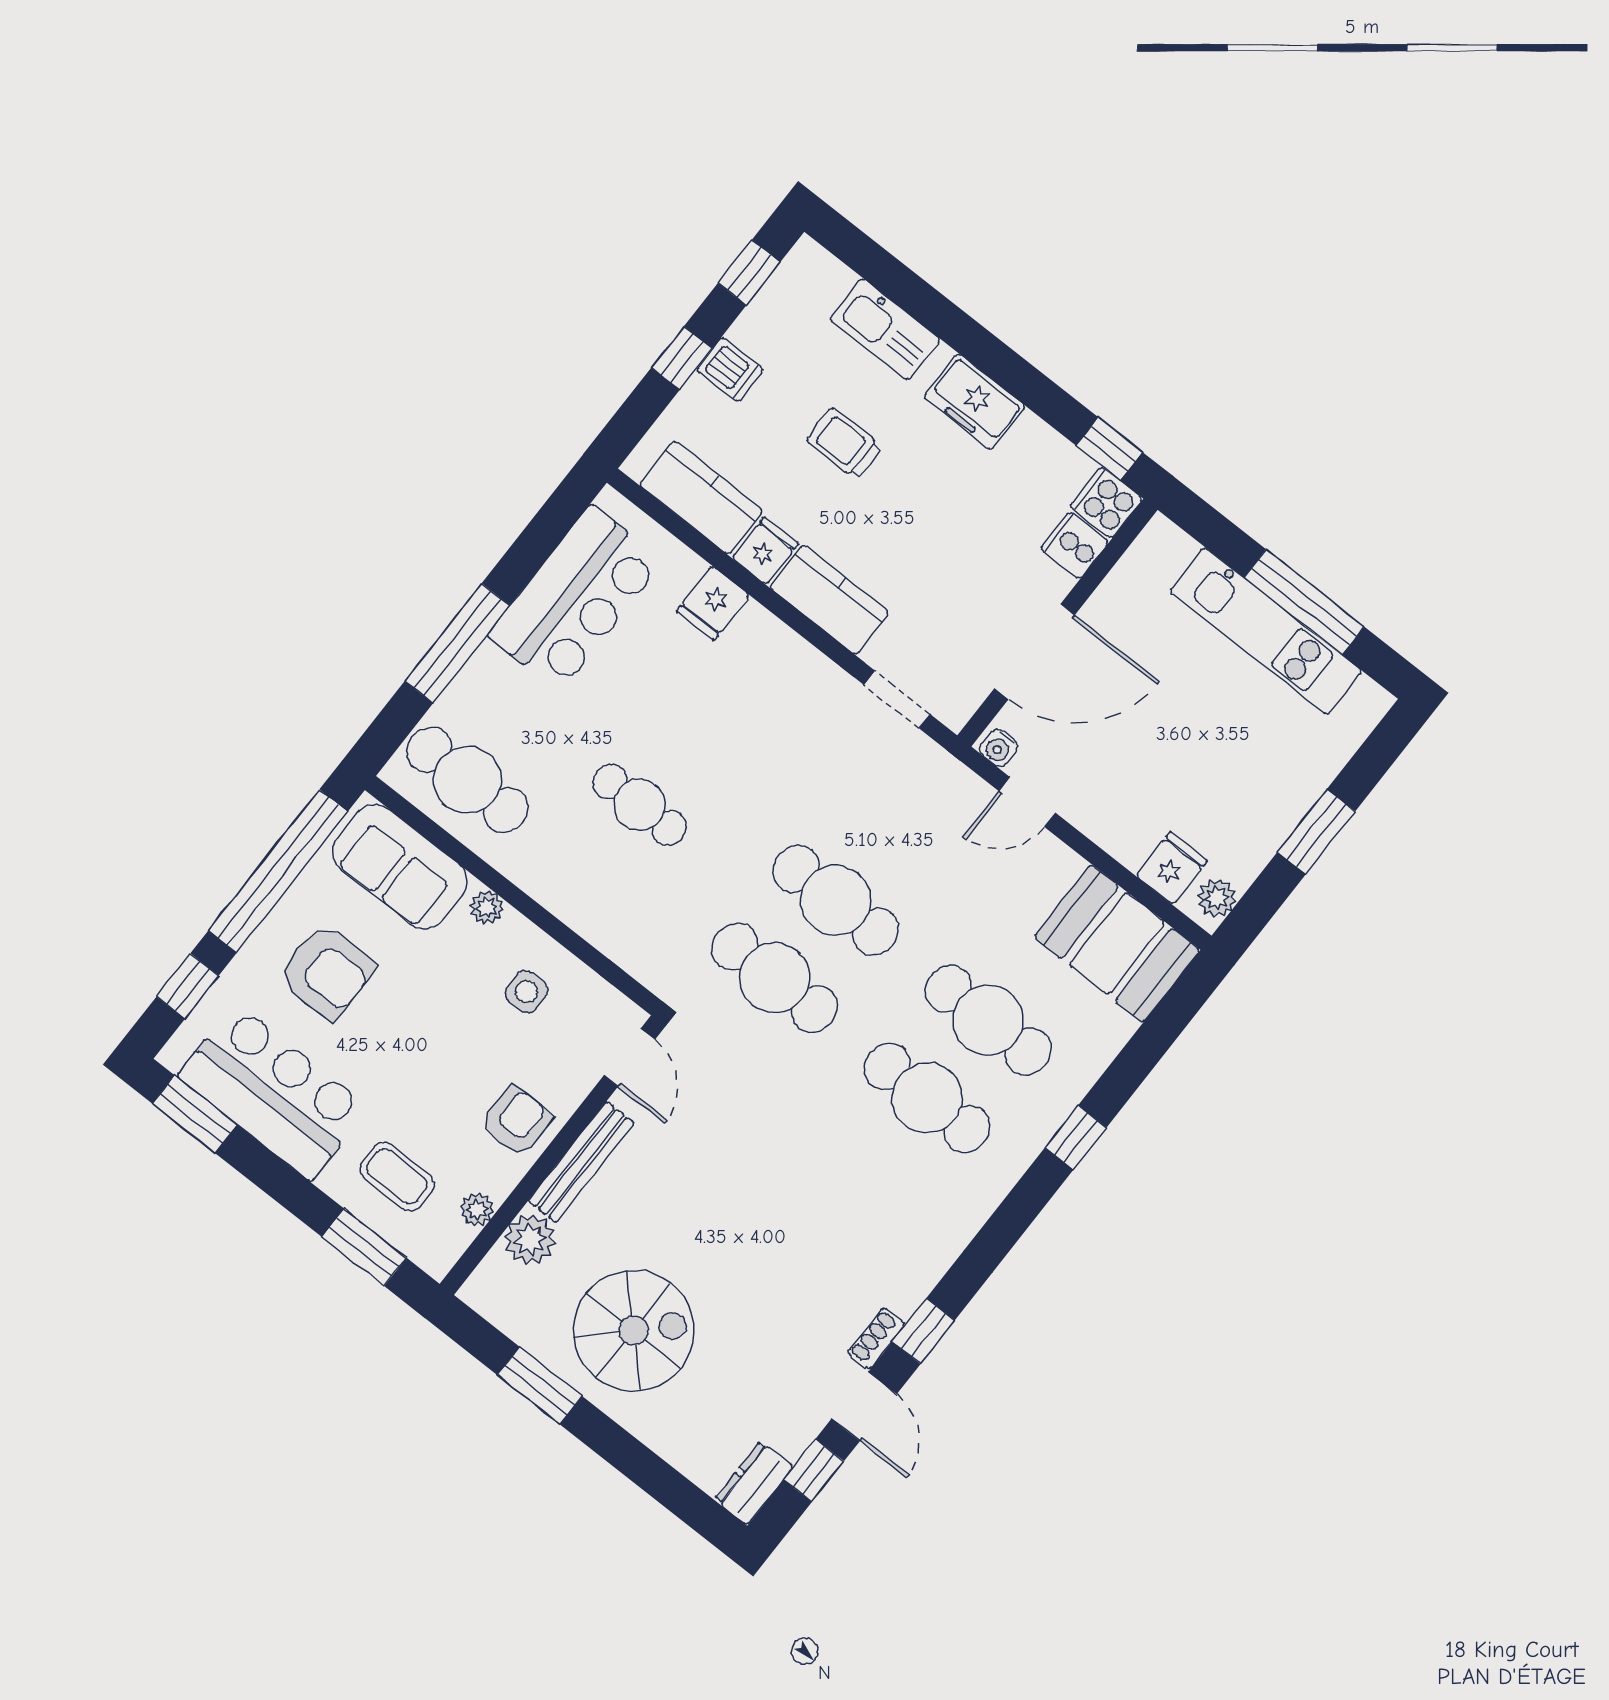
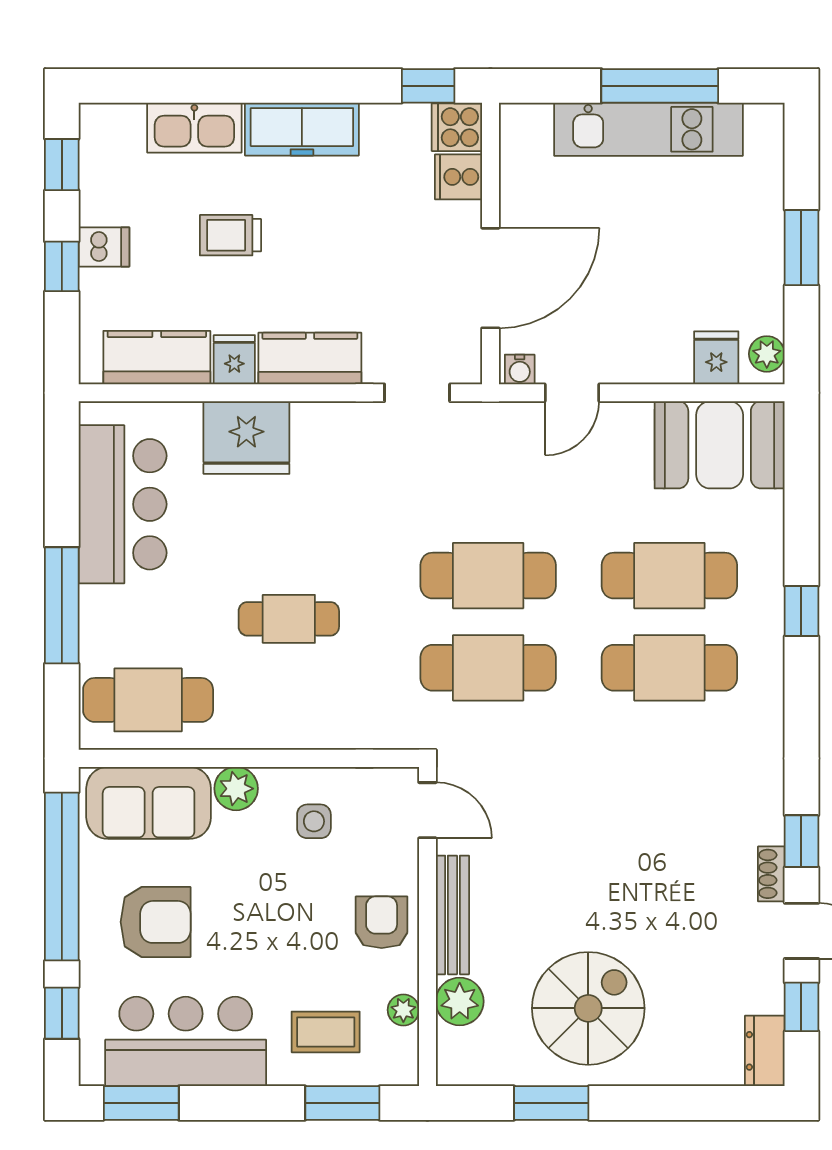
freezer: (975, 402) -> (302, 129), width x1.40
fridge: (713, 603) -> (246, 438), width x1.88, depth x1.34
plant: (487, 908) -> (236, 789), width x1.38, depth x1.38

